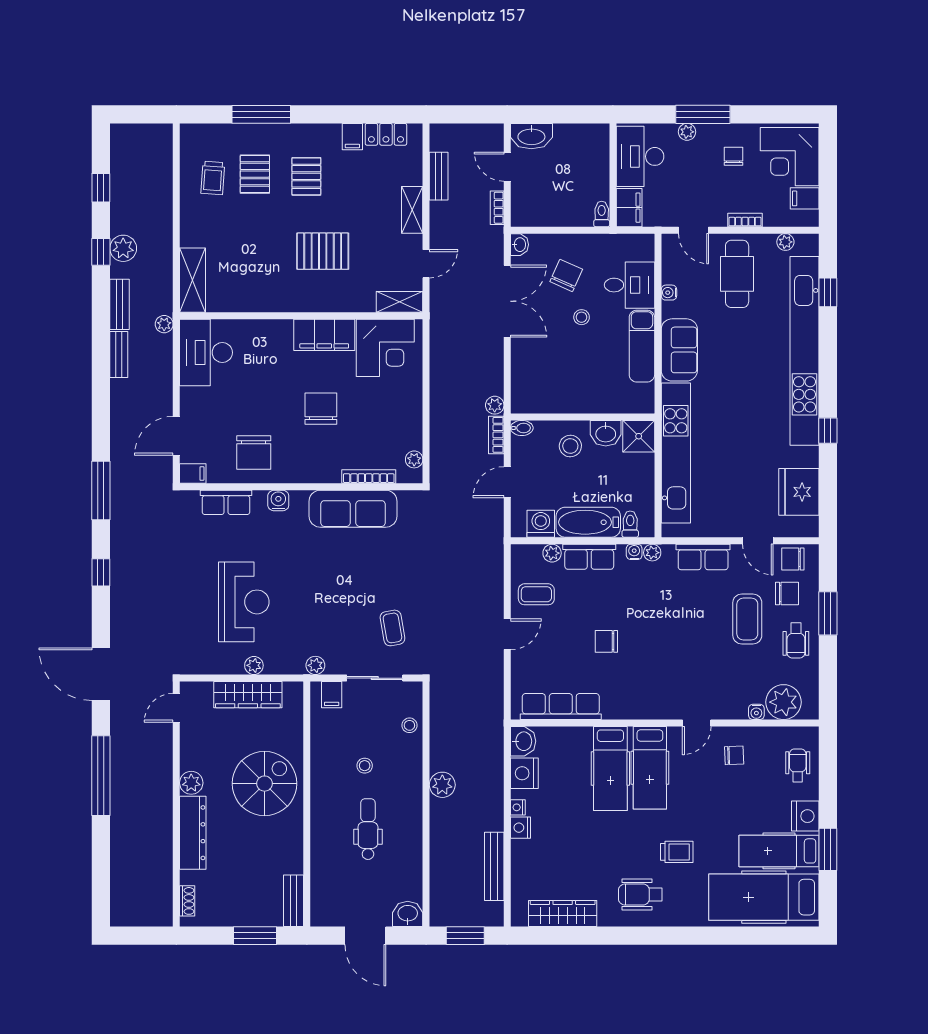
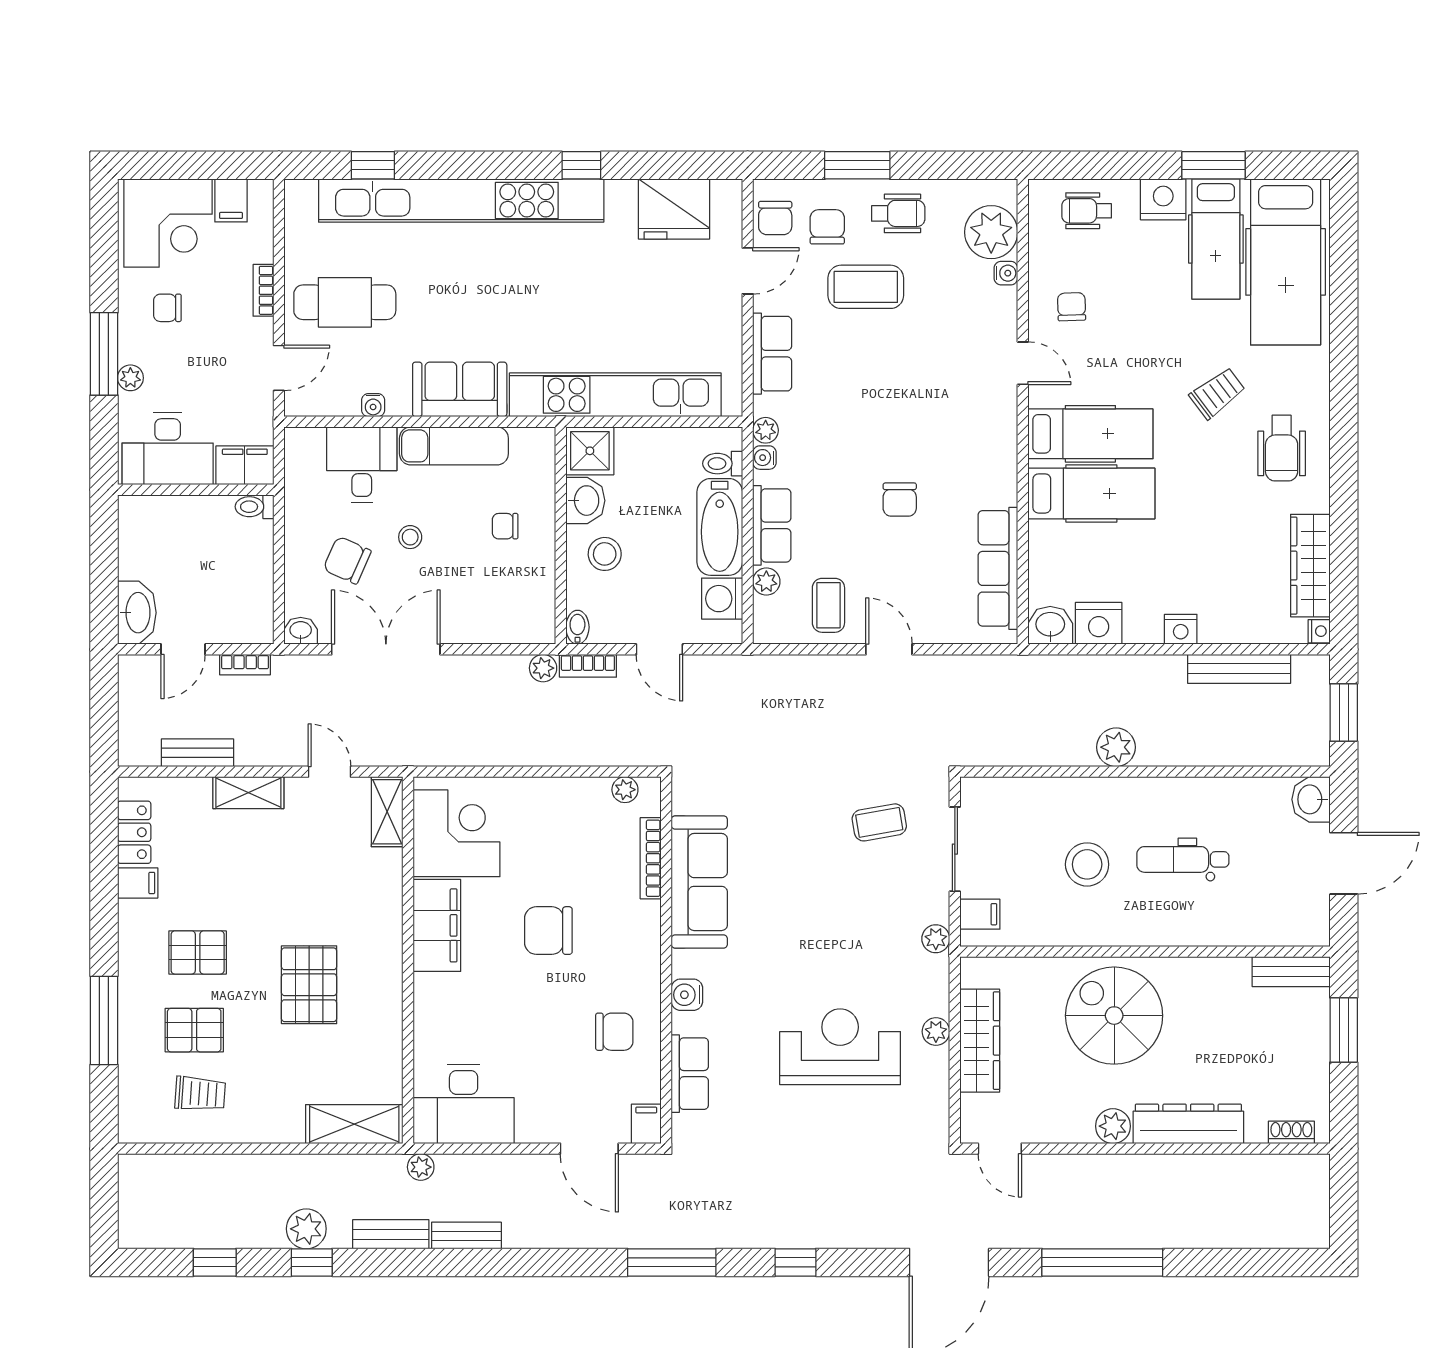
plant: (785, 242) -> (297, 229), removed
pallet: (323, 251) -> (309, 985), moved
chair: (589, 380) -> (505, 526), added
chair: (254, 452) -> (614, 1032), width x0.73, depth x0.73
stool: (409, 725) -> (1026, 797), removed
stool: (365, 766) -> (1087, 864), width x1.89, depth x1.89
nightstand: (518, 807) -> (1319, 631), moved, turned -90
trolley: (677, 852) -> (1217, 393), turned 53

